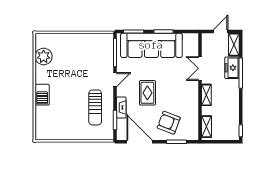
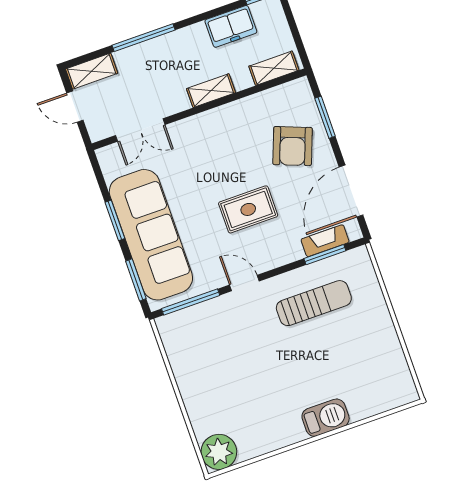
plant: (44, 57) -> (219, 452), moved
double door: (200, 68) -> (140, 130), moved
freezer: (232, 68) -> (231, 26), moved
fireplace: (121, 108) -> (325, 241), moved

